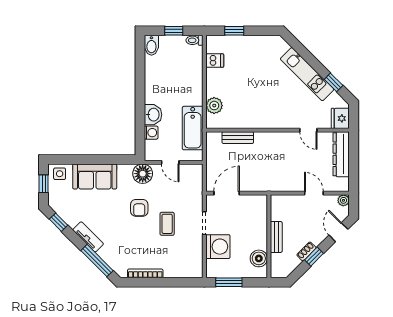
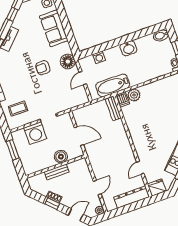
dishwasher: (215, 61) -> (123, 99), moved
washbasin: (153, 115) -> (128, 48), moved
bench: (238, 138) -> (113, 108), moved
door: (227, 193) -> (79, 136), moved
coffee table: (167, 224) -> (18, 108), moved
boiler: (259, 258) -> (61, 157), moved

